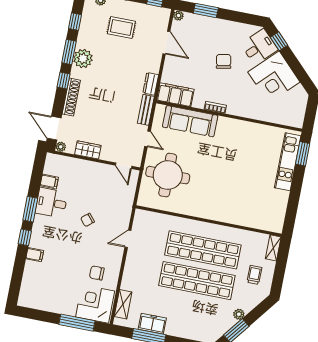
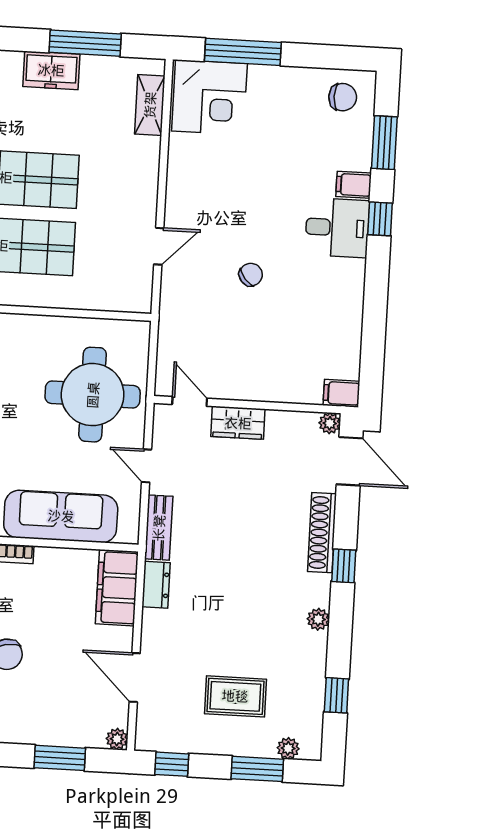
window: (69, 52) -> (340, 629), removed
plant: (83, 58) -> (318, 619), width x0.53, depth x0.53
filing cabinet: (175, 95) -> (117, 588), moved, turned 90
wardrobe: (88, 150) -> (238, 423), moved
filing cabinet: (49, 181) -> (341, 393), moved
desk: (51, 203) -> (337, 228), moved
window: (30, 209) -> (384, 143), moved
chair: (97, 273) -> (343, 97), moved
freezer: (152, 324) -> (51, 70), moved

